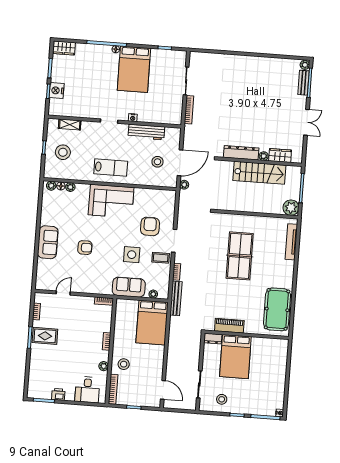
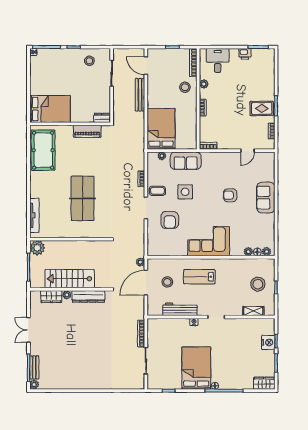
lab bench: (111, 167) -> (199, 277), moved
bench: (176, 298) -> (140, 95), moved
bed: (235, 357) -> (50, 109), moved, turned 90

